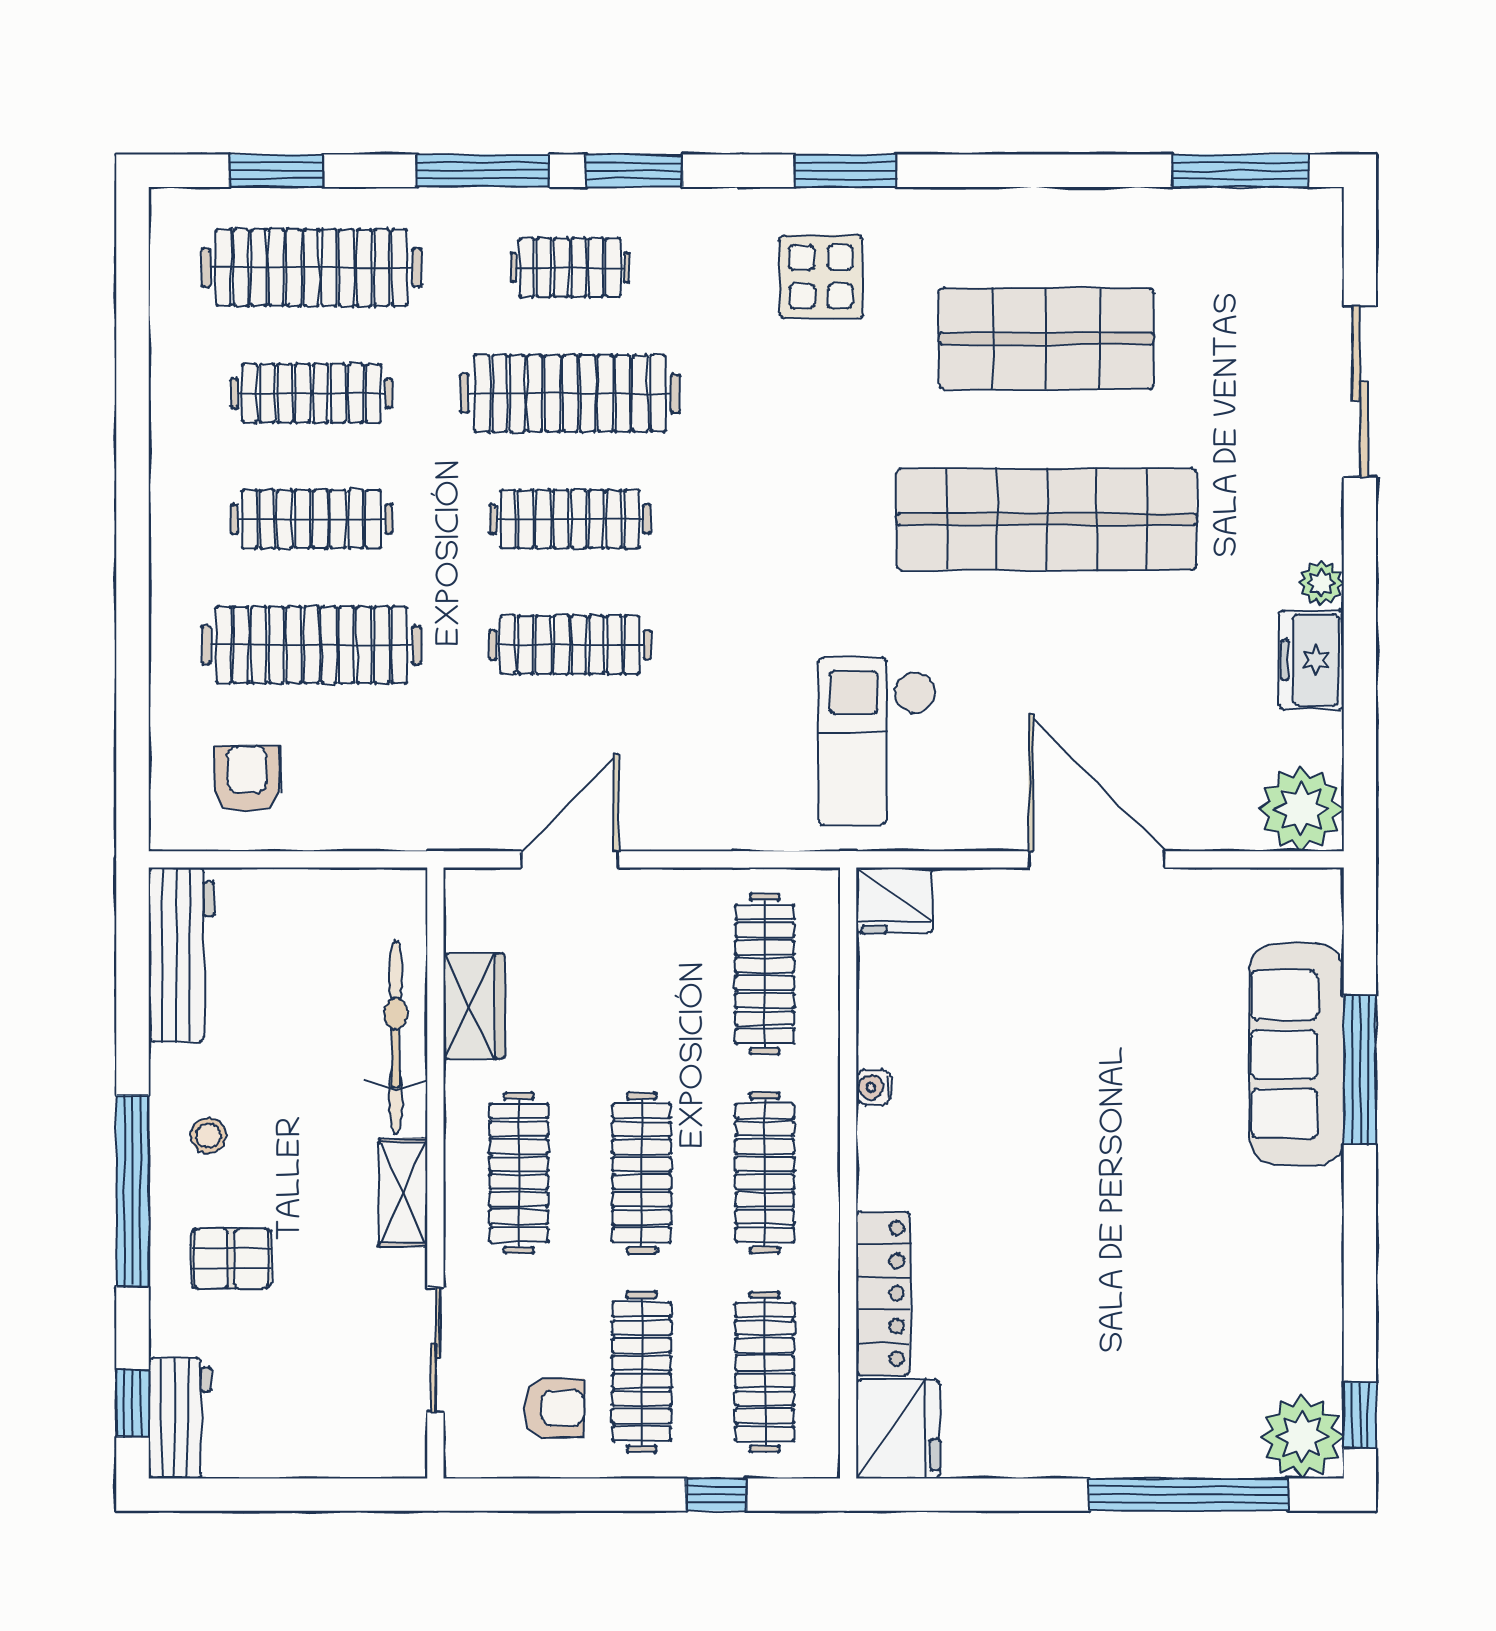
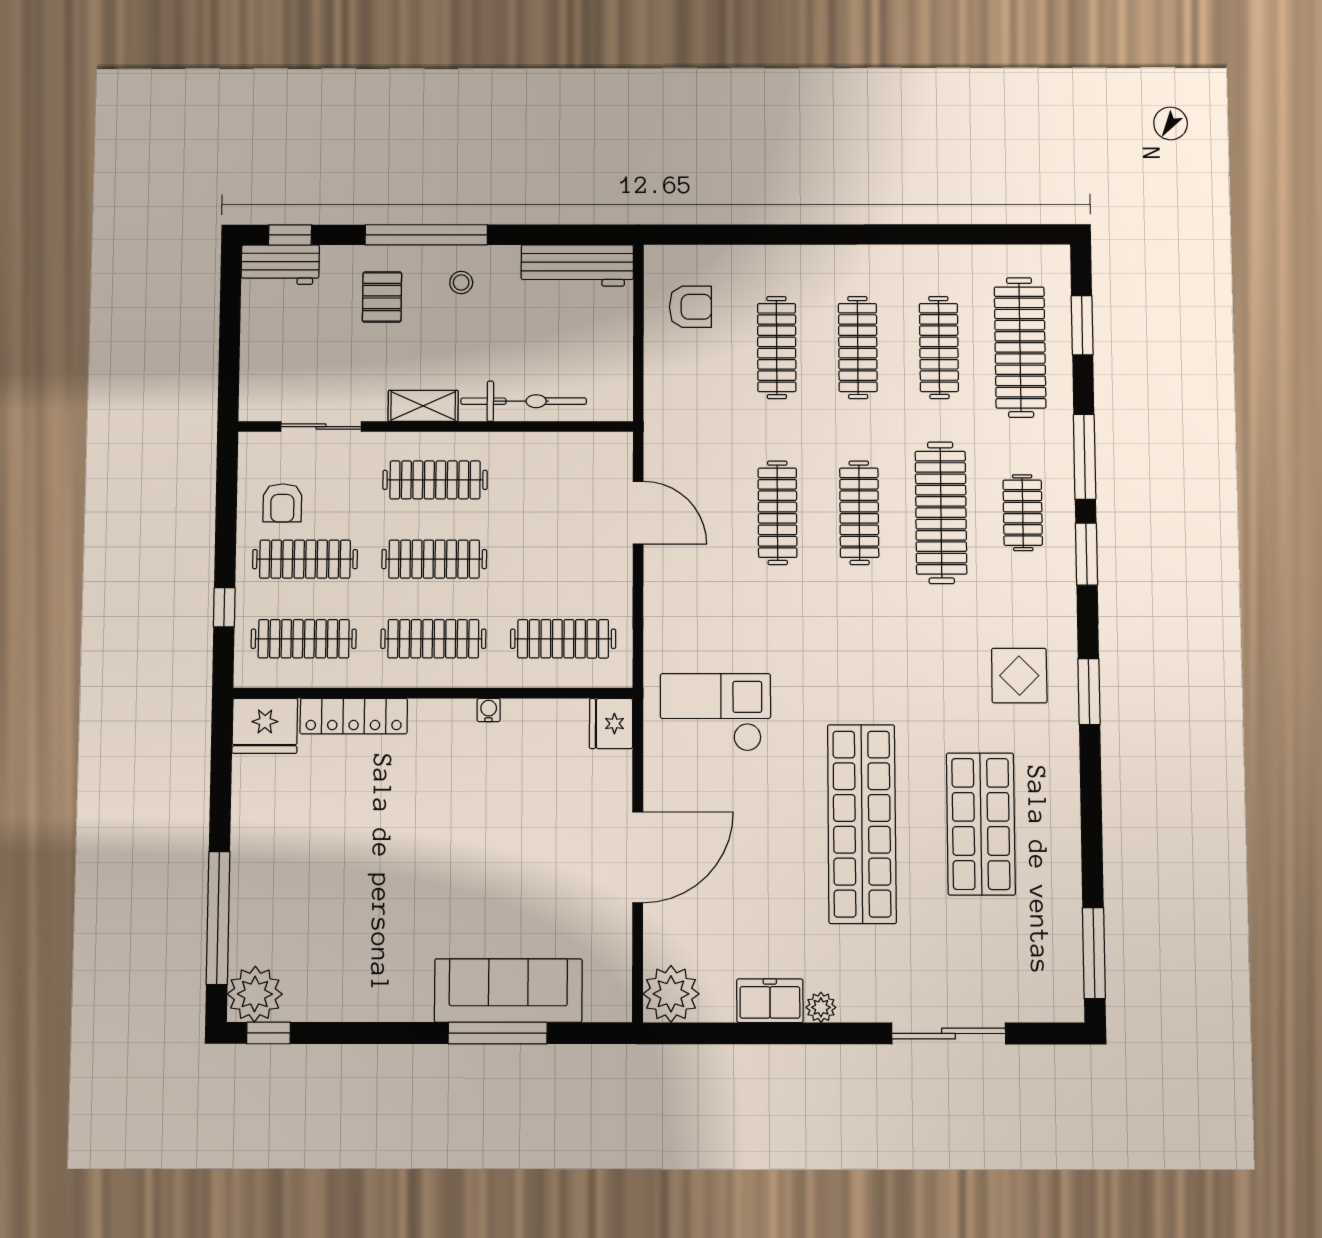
clothes rail: (311, 645) -> (777, 348), width x0.73, depth x0.76
wardrobe: (474, 1006) -> (543, 451), removed

